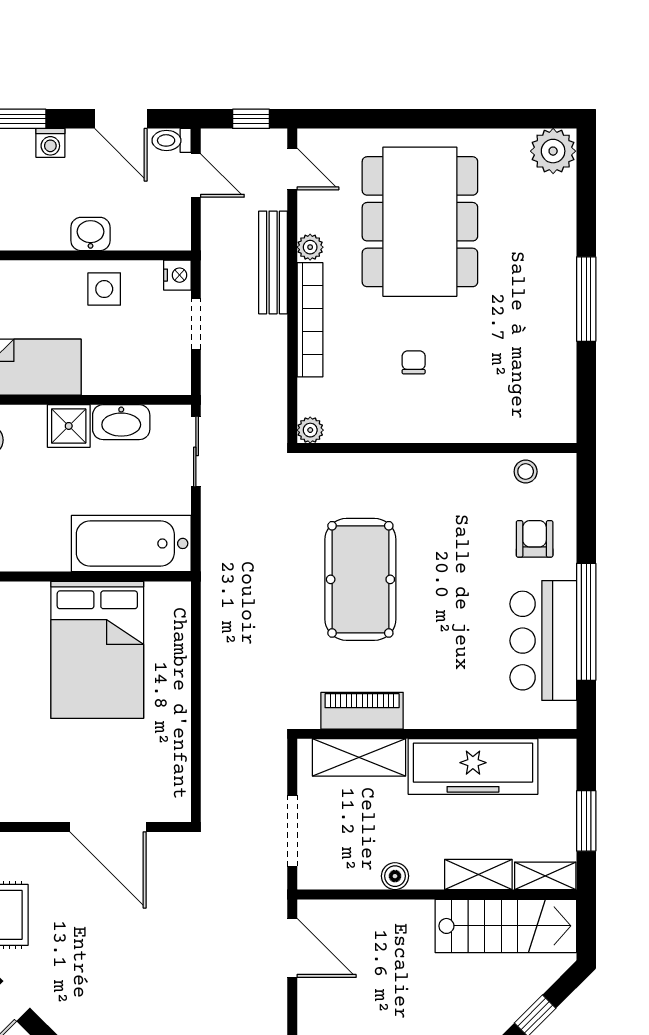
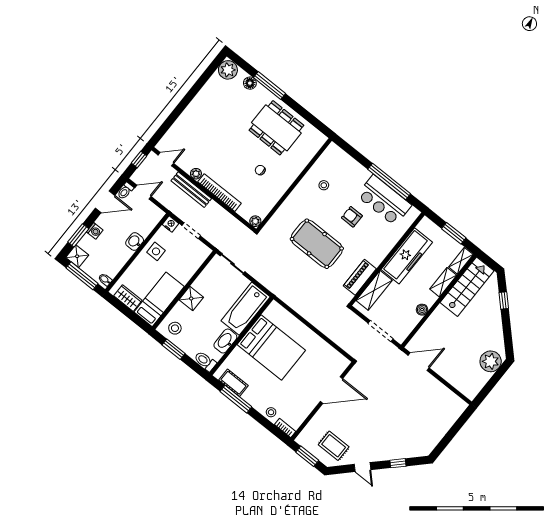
floor lamp: (561, 212) -> (250, 83), added
dining table: (420, 222) -> (276, 128), moved, width x0.73, depth x0.80
window: (586, 299) -> (269, 86), moved
washbasin: (121, 422) -> (225, 341), moved, turned 180
stool: (526, 472) -> (324, 185), moved
armchair: (535, 539) -> (352, 217), moved

